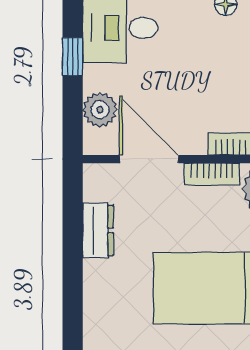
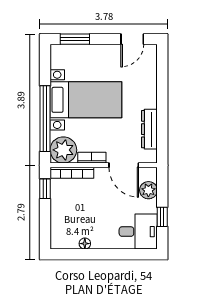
dresser: (98, 230) -> (149, 129), width x1.44

